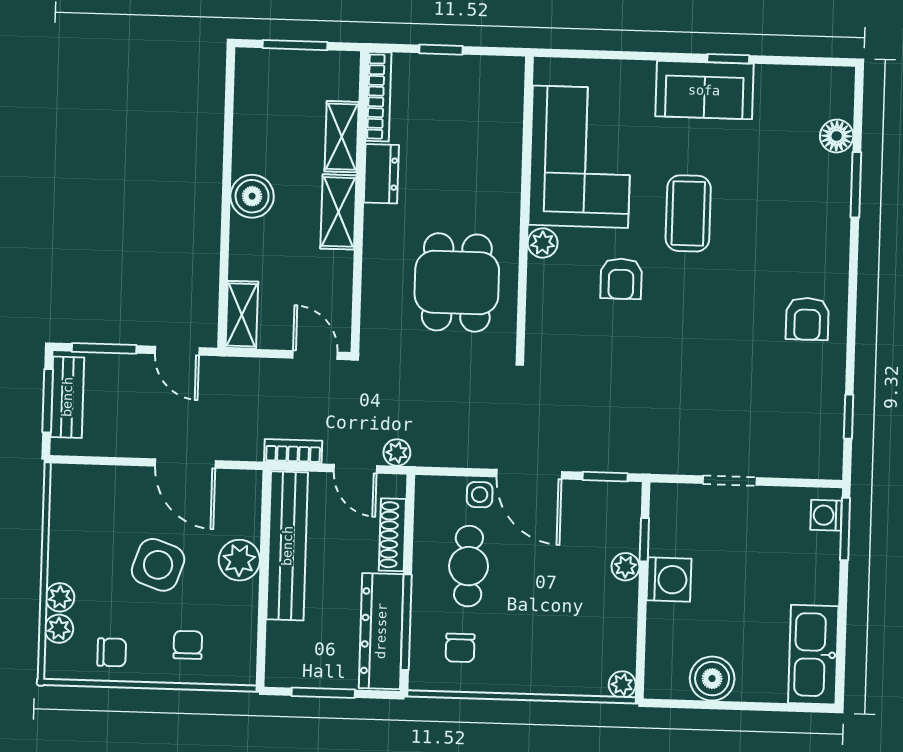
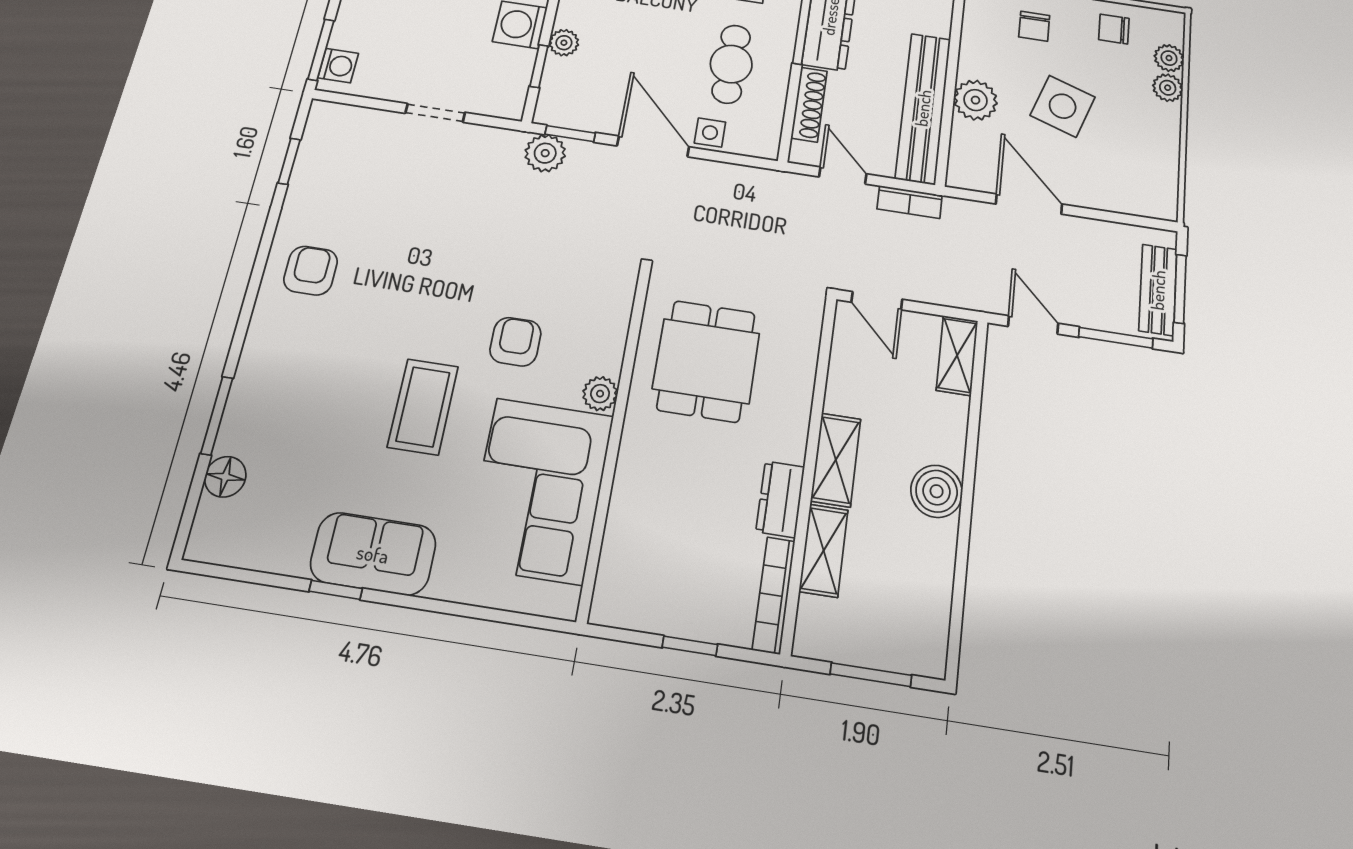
plant: (397, 453) -> (545, 153), moved, width x1.38, depth x1.38

